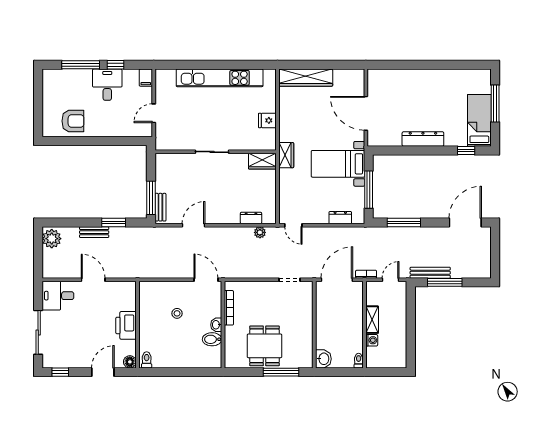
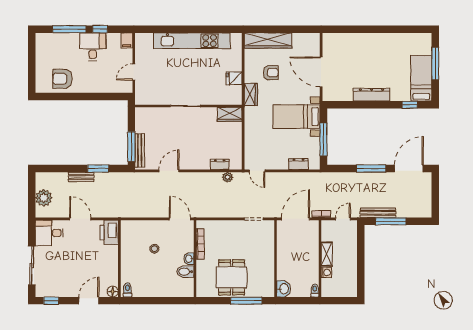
armchair: (309, 114) -> (271, 73), added
armchair: (73, 121) -> (62, 79), turned 180
wardrobe: (286, 155) -> (251, 94), moved
bench: (160, 207) -> (140, 150), width x1.36
window: (404, 223) -> (371, 168), moved
plant: (52, 239) -> (44, 198), moved
printer: (126, 325) -> (109, 232), moved

